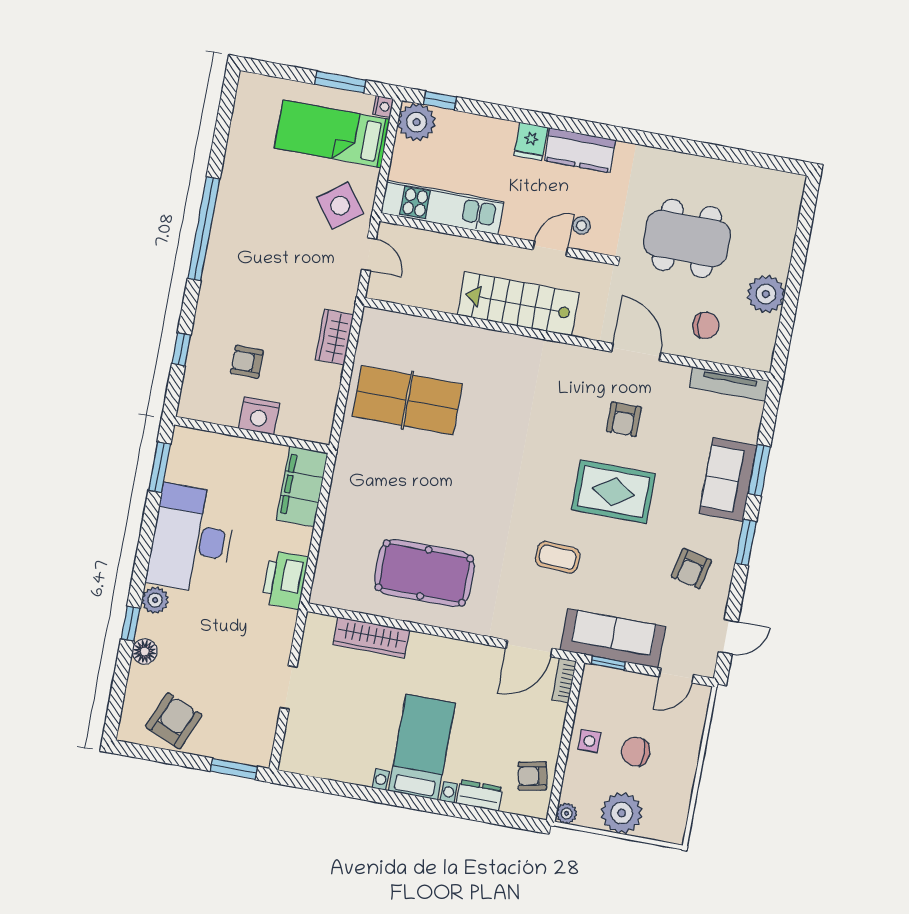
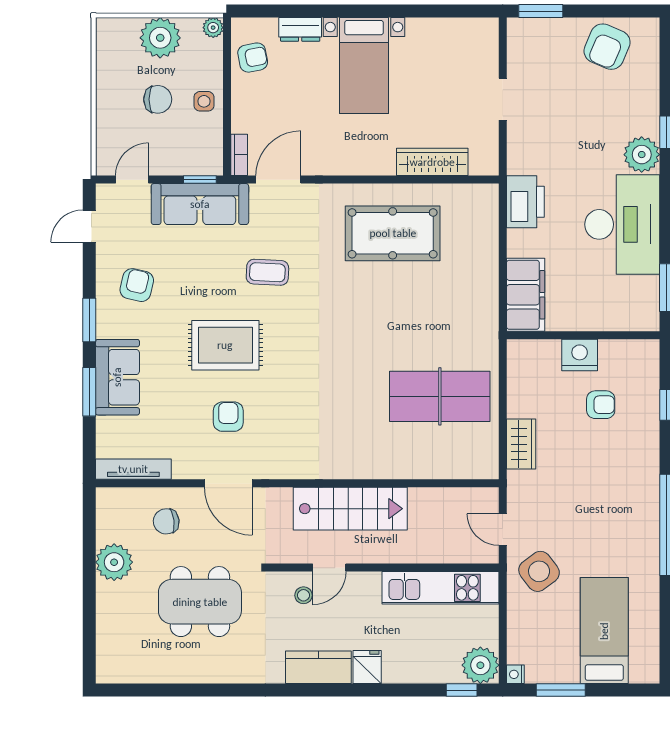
bed: (332, 134) -> (604, 631), moved, turned -90
plant: (155, 600) -> (642, 155), width x1.36, depth x1.36
floor lamp: (145, 651) -> (647, 108), removed

